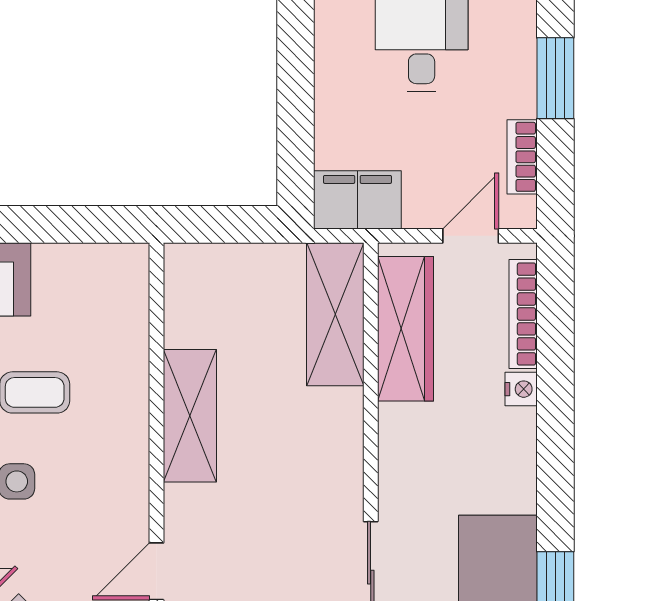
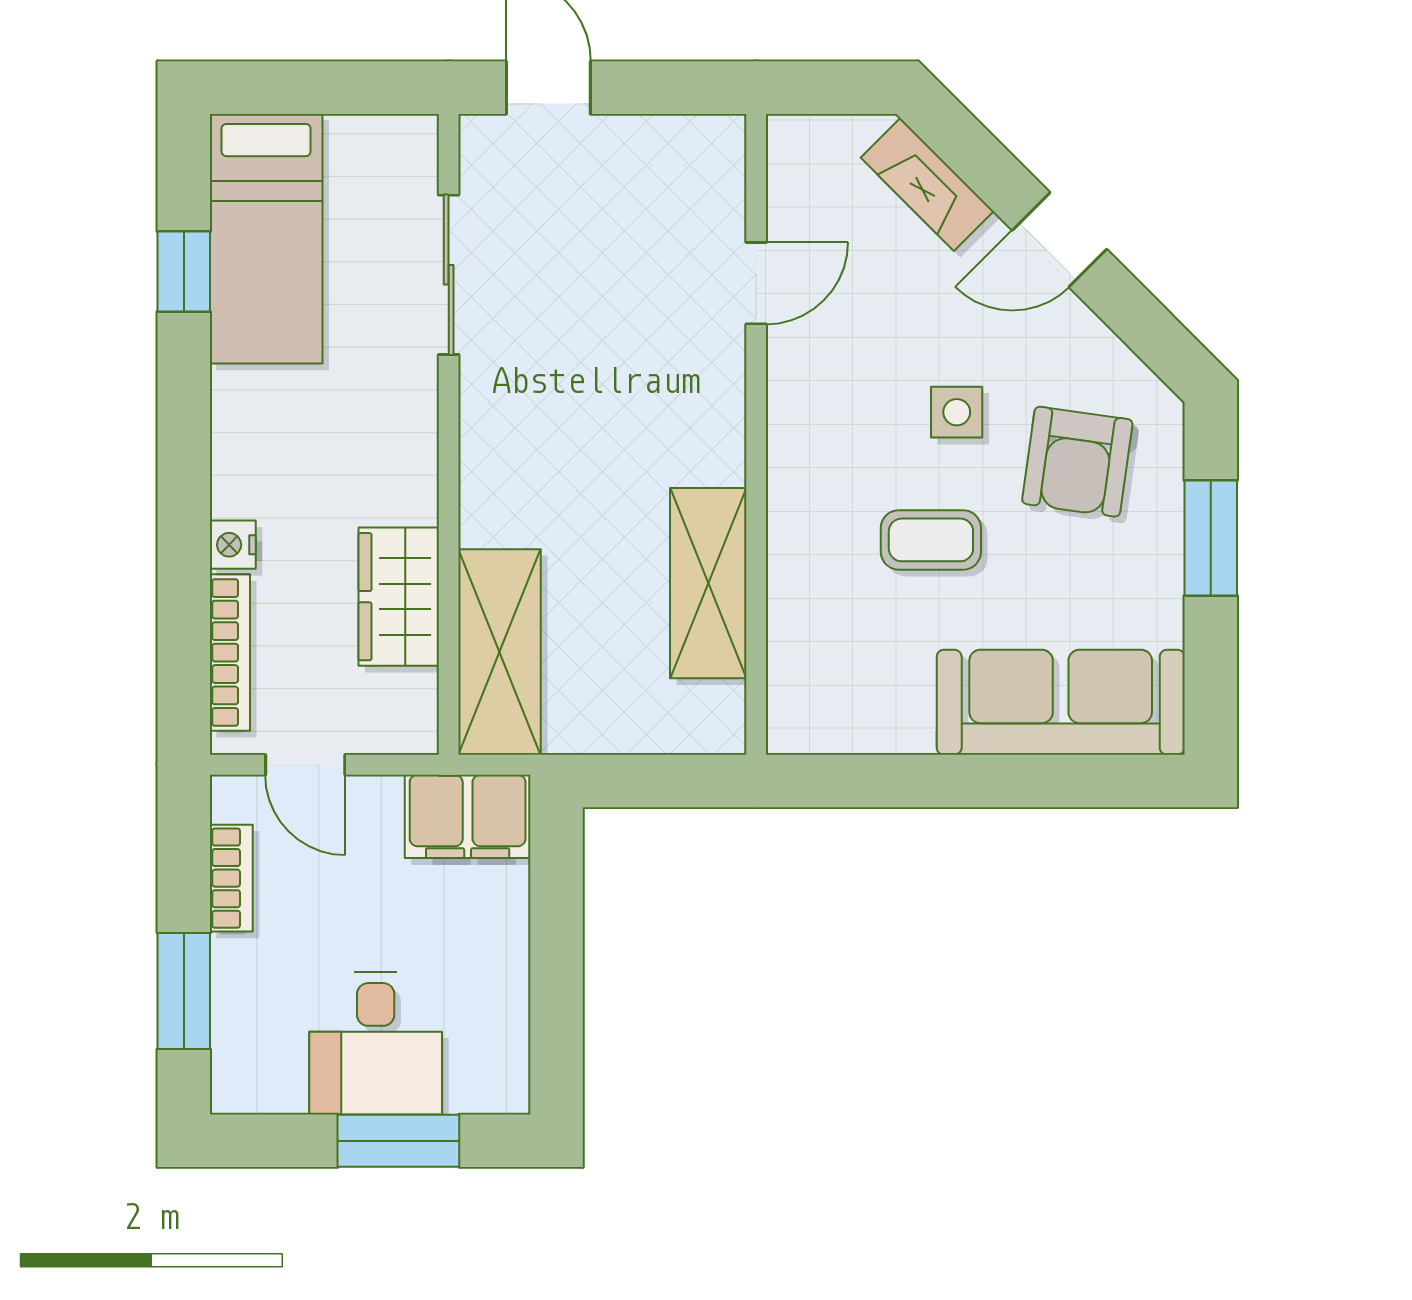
door: (471, 236) -> (305, 765), hinge flipped
wardrobe: (406, 329) -> (399, 597), width x0.67
shelving: (190, 416) -> (708, 583), moved

